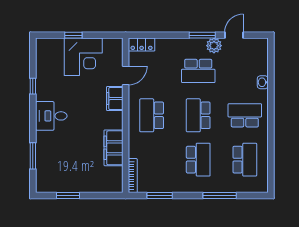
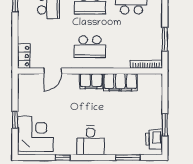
corner desk: (83, 57) -> (35, 134), moved
door: (126, 75) -> (53, 71), swing flipped
filing cabinet: (115, 99) -> (91, 81), moved
printer: (53, 184) -> (154, 139), added

